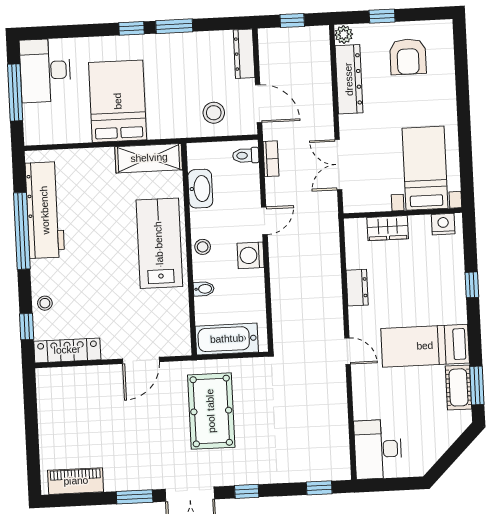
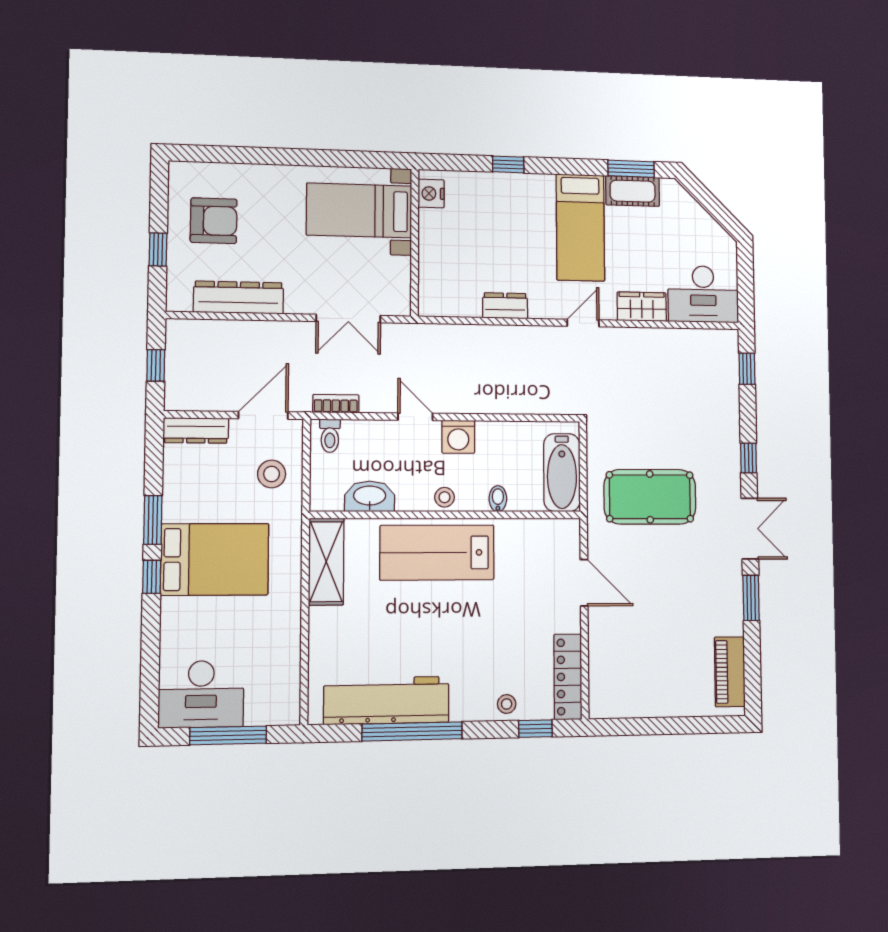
plant: (344, 34) -> (179, 300), removed
bed: (118, 101) -> (215, 559), moved, turned 180
wardrobe: (388, 228) -> (642, 307), moved, turned -90

